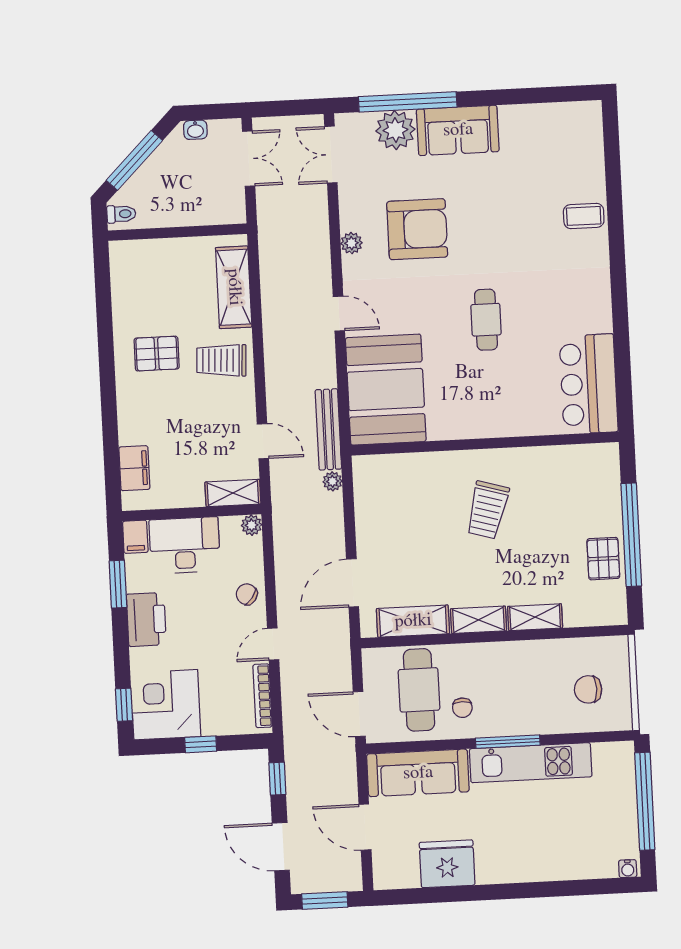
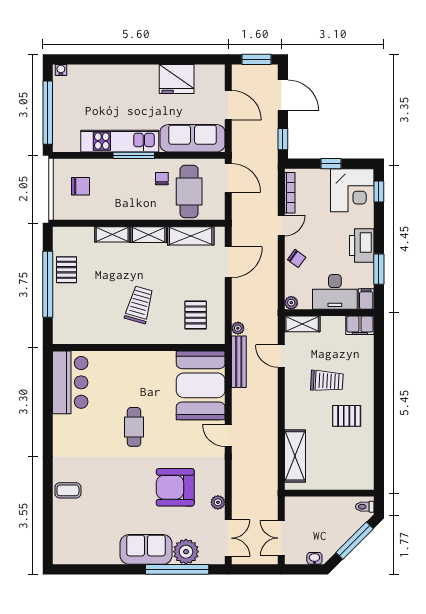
plant: (351, 243) -> (218, 502), moved
trolley: (221, 360) -> (327, 381), moved
filing cabinet: (134, 468) -> (360, 325), moved, turned -90
pallet: (399, 499) -> (196, 315), added

